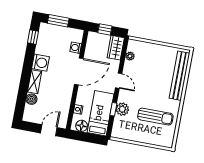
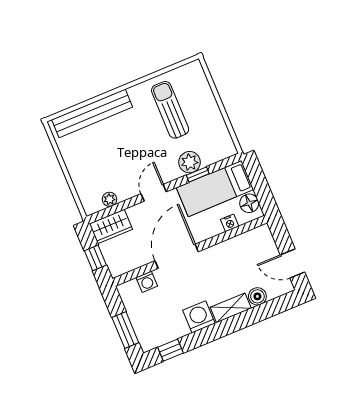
door: (79, 71) -> (177, 256), hinge flipped
door: (49, 130) -> (293, 263), moved

